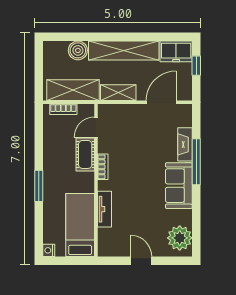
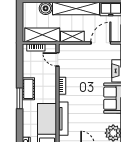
door: (96, 127) -> (58, 59), hinge flipped
cot: (85, 154) -> (28, 89), moved
tv unit: (104, 209) -> (63, 119), width x1.41

